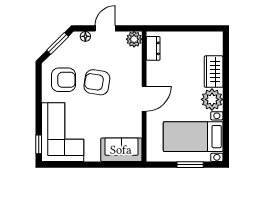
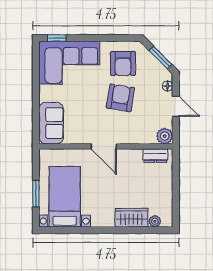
plant: (212, 99) -> (155, 221), moved, width x0.53, depth x0.53

